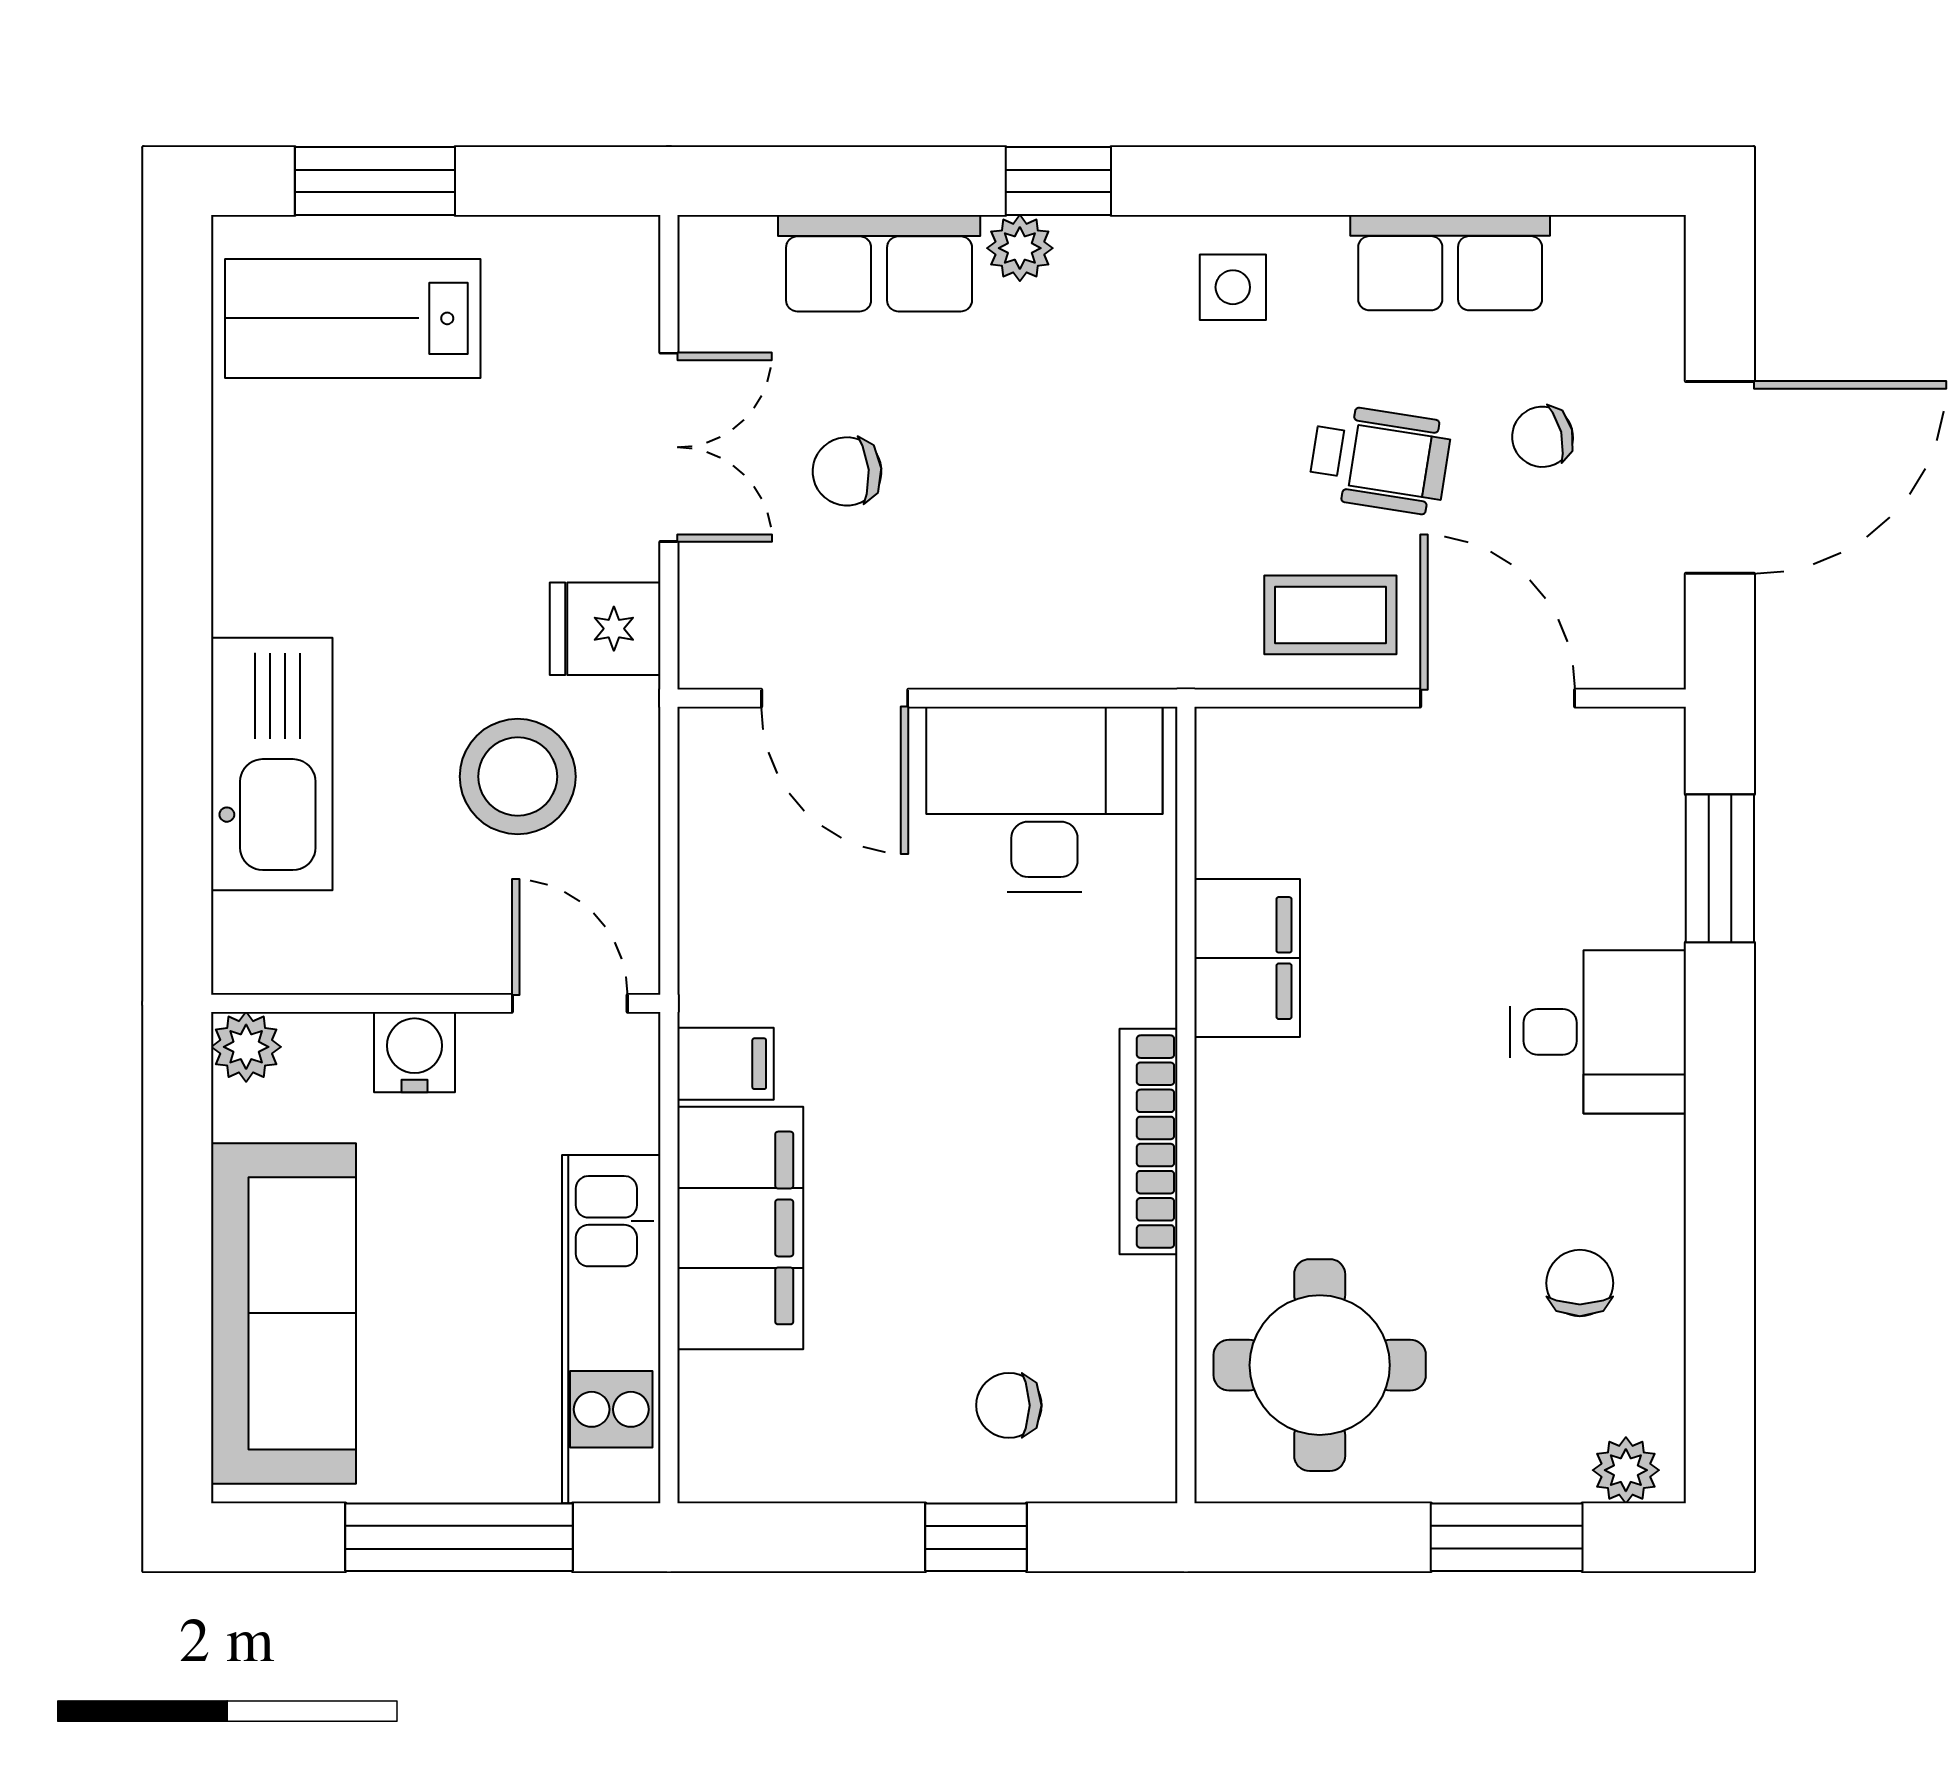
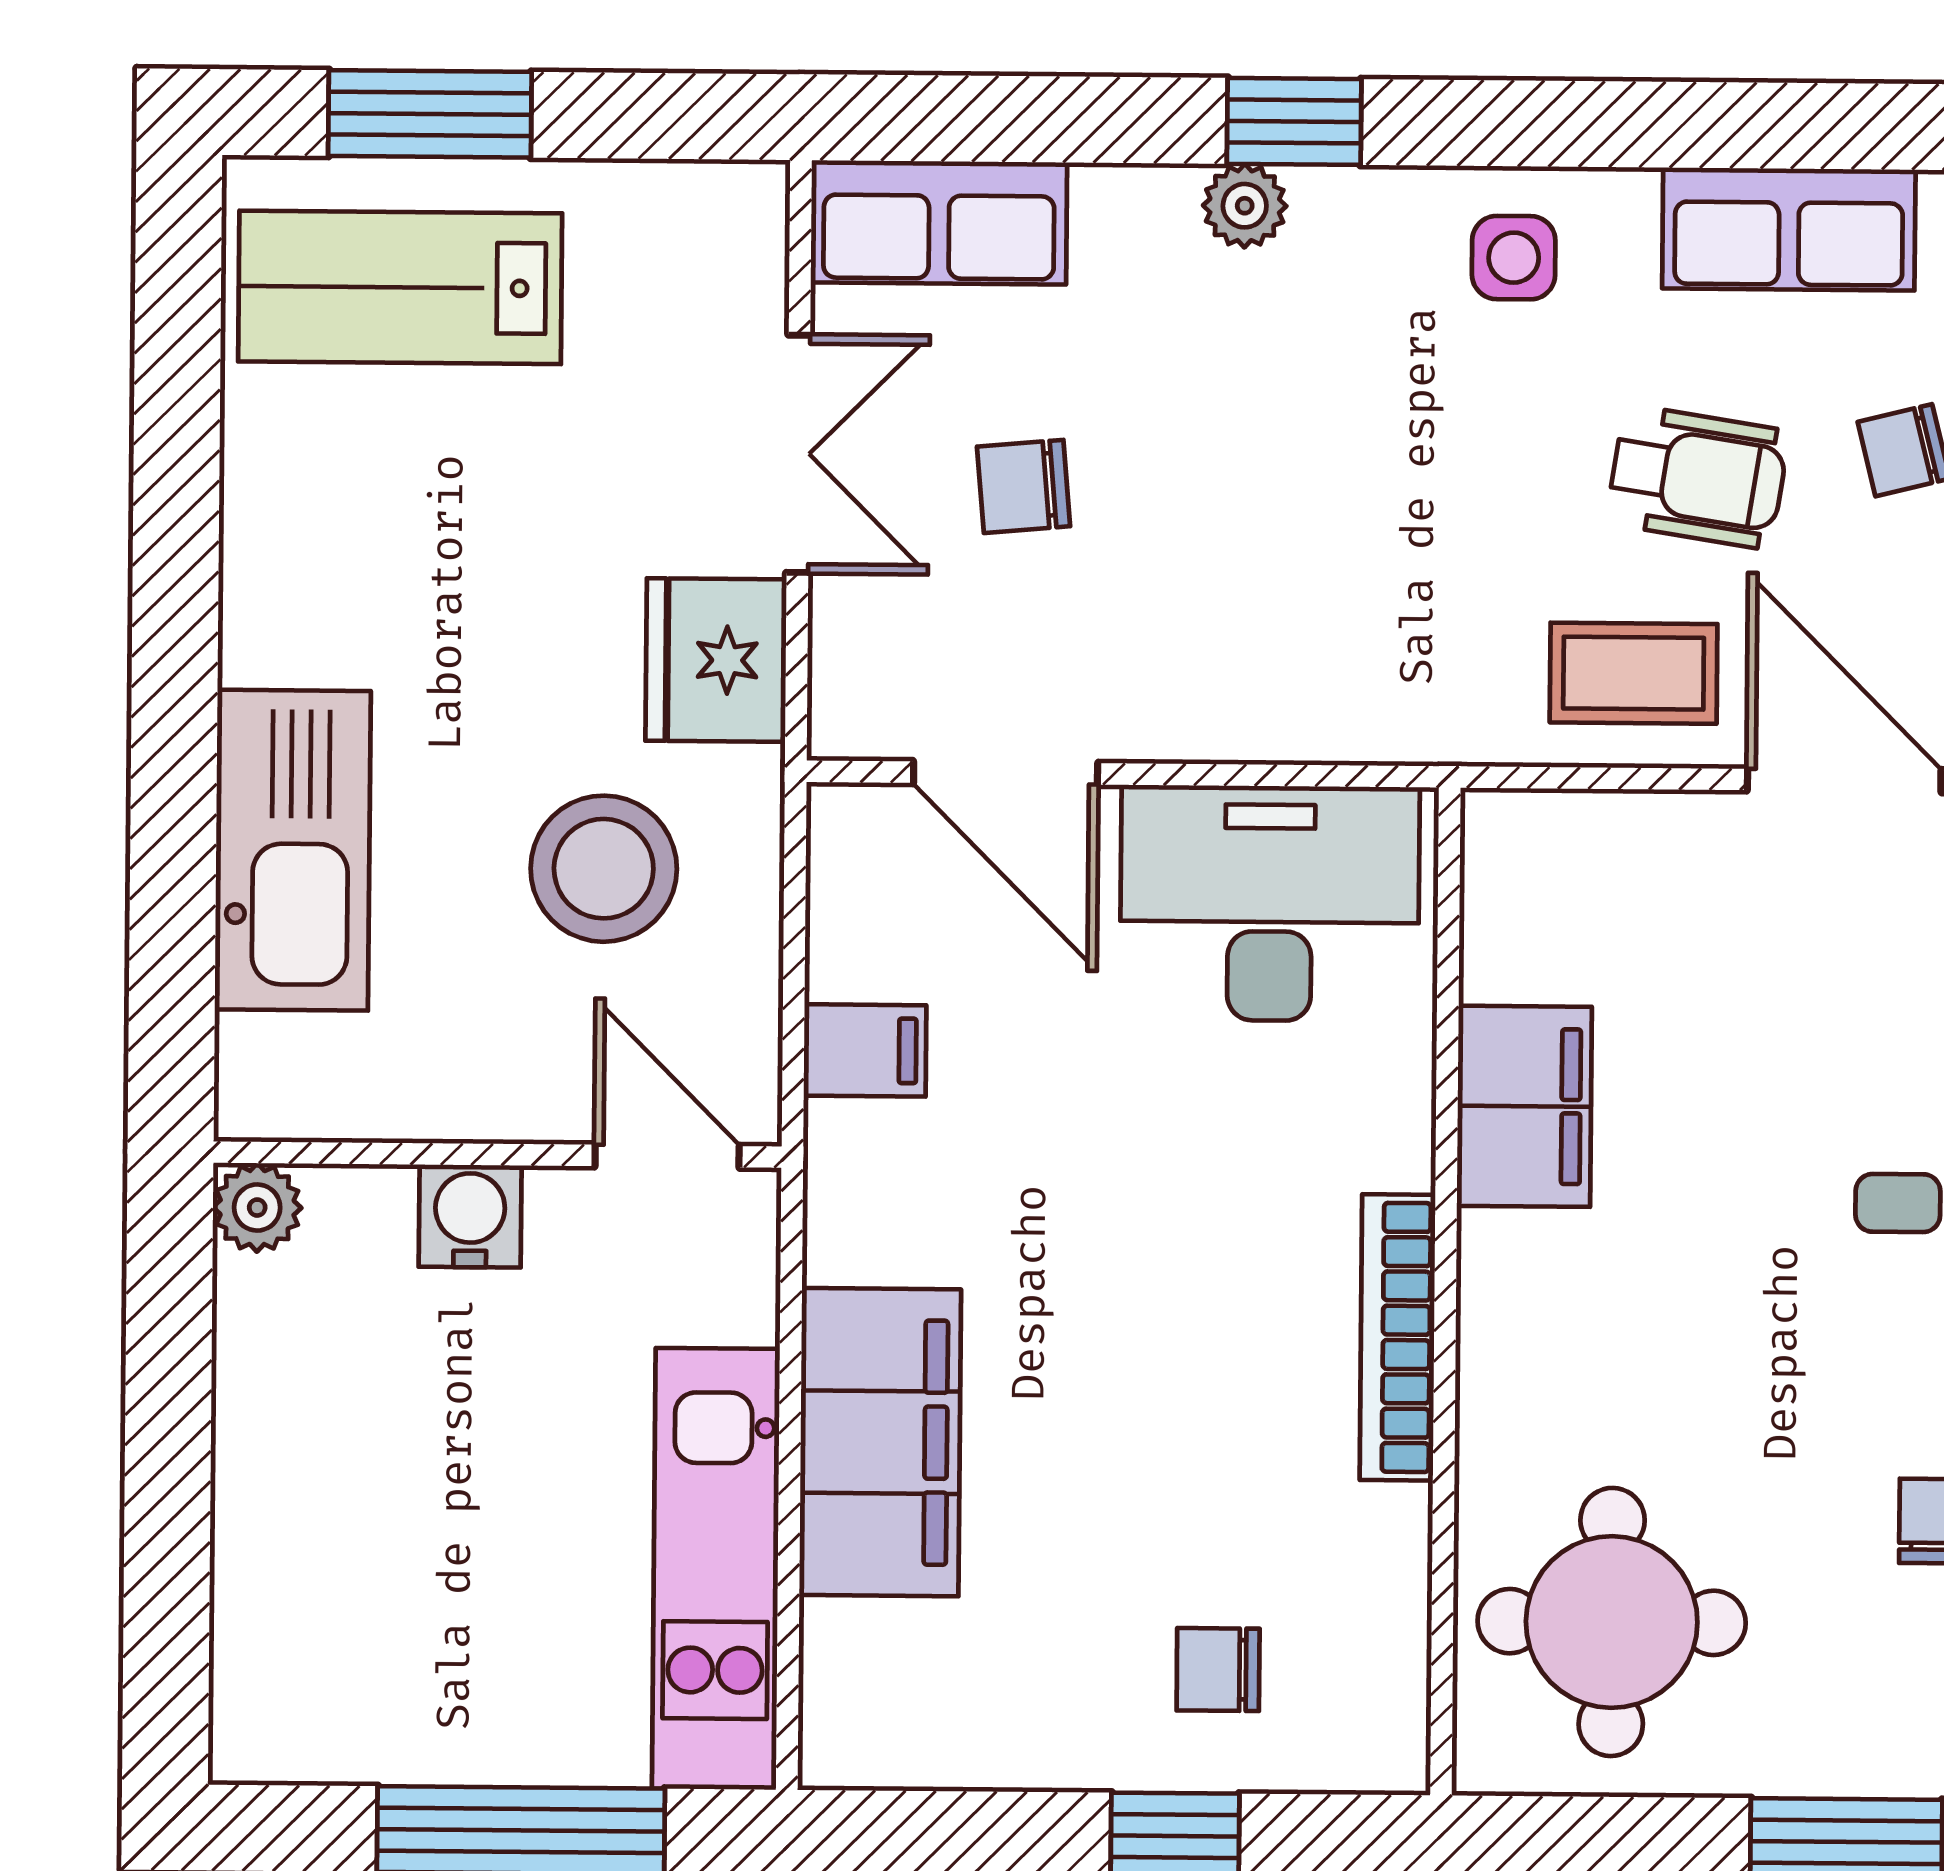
row of seats: (879, 263) -> (939, 222), moved
fridge: (605, 629) -> (716, 660), width x1.38
filing cabinet: (725, 1064) -> (865, 1050), moved
sofa: (283, 1313) -> (302, 1545), removed

